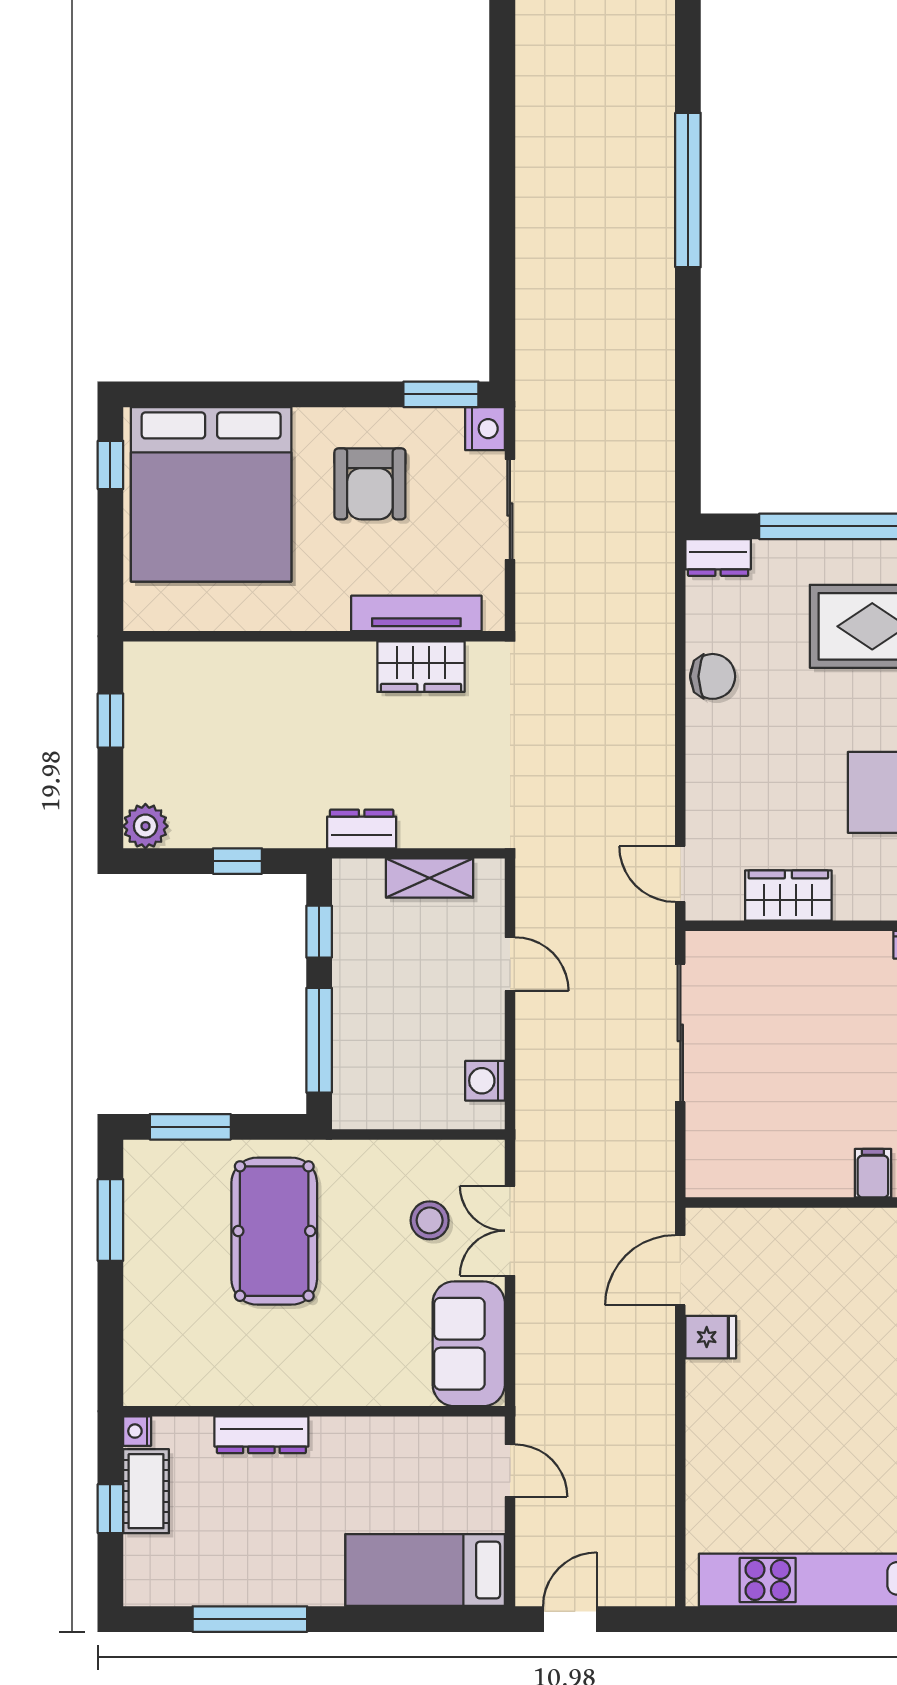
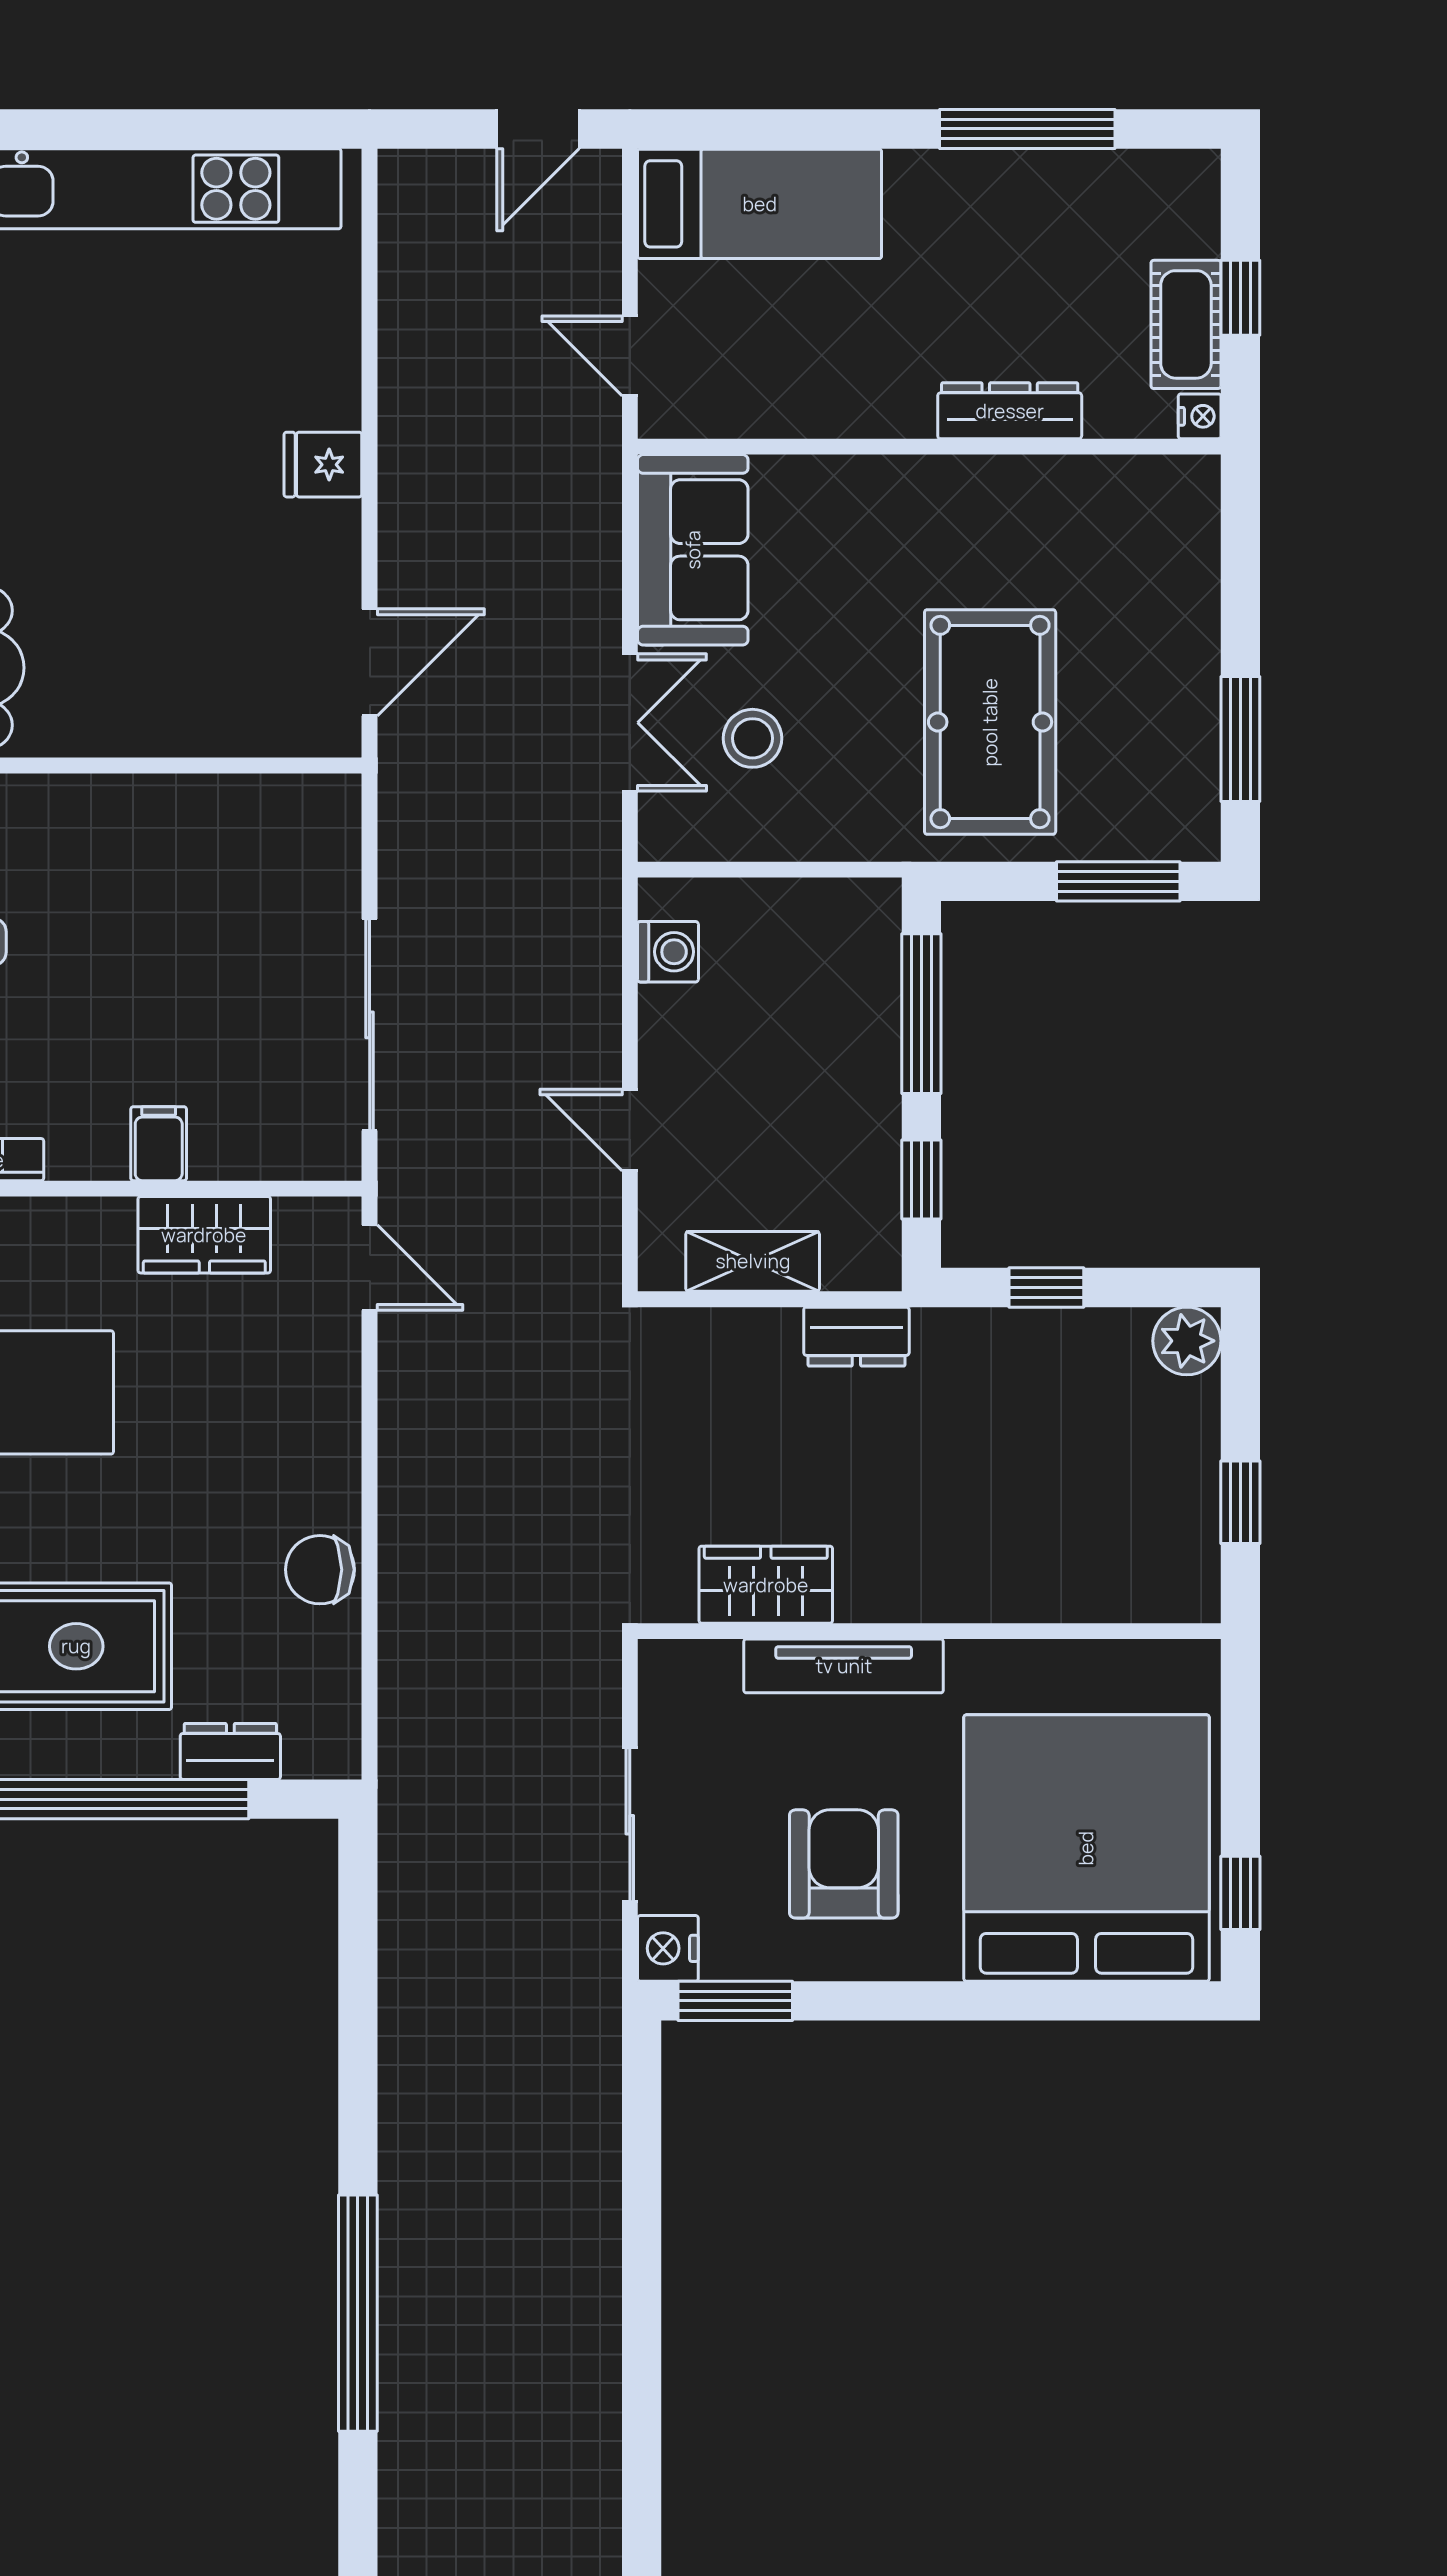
dresser: (718, 558) -> (230, 1751), moved
tv unit: (416, 613) -> (844, 1666), moved
filing cabinet: (873, 1173) -> (159, 1144), moved, turned 180
fridge: (711, 1337) -> (323, 465), moved

